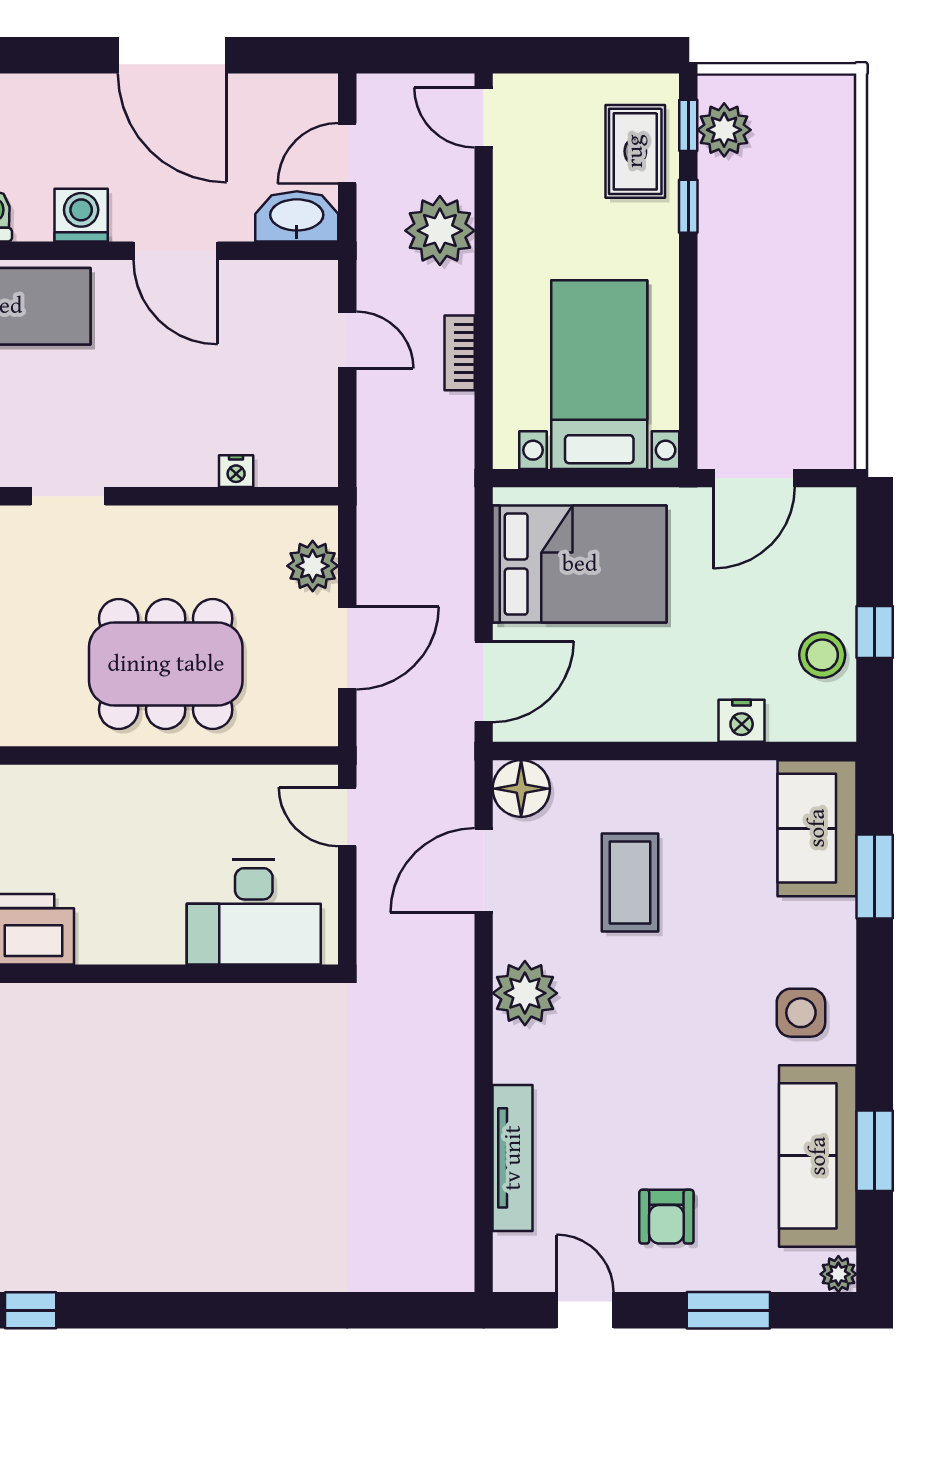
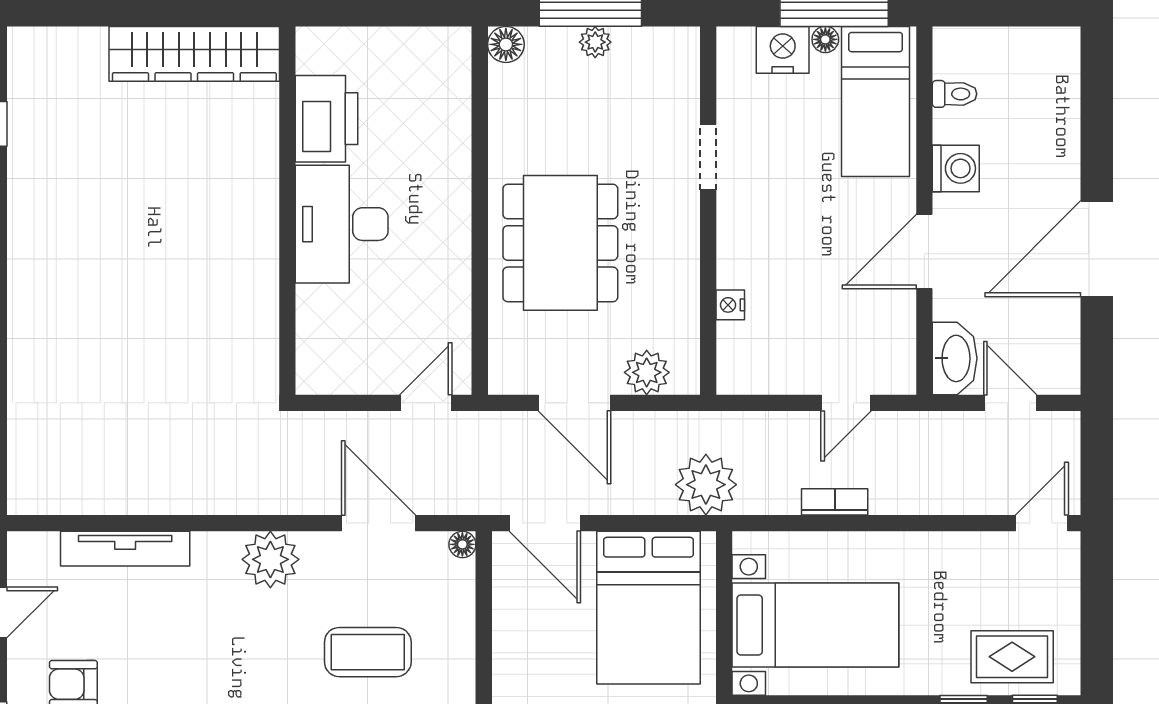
plant: (440, 231) -> (706, 485), moved
floor lamp: (521, 789) -> (462, 544), width x0.53, depth x0.53
desk: (254, 912) -> (342, 224), moved

